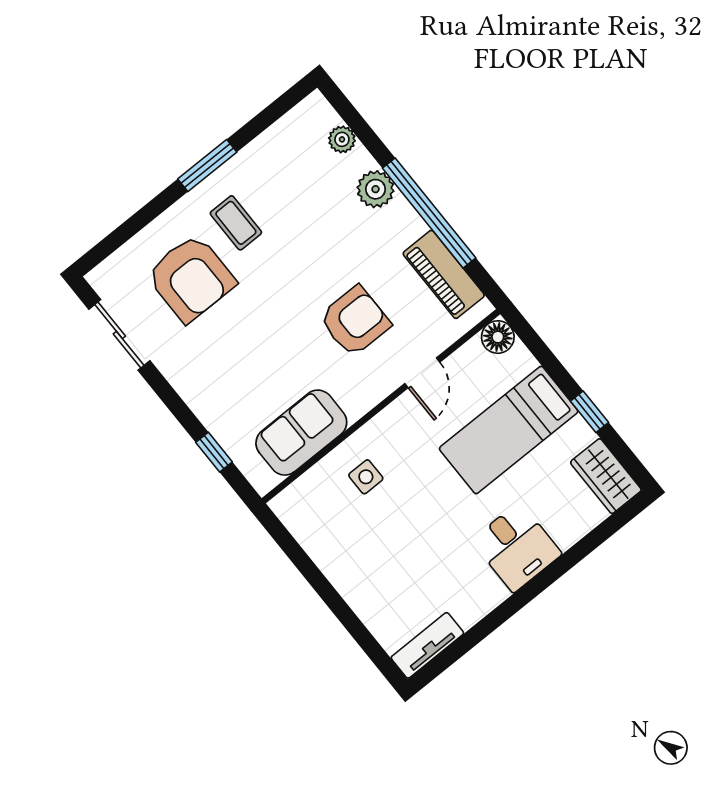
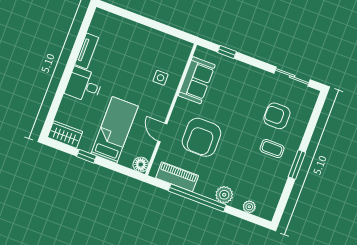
armchair: (191, 278) -> (277, 116), width x0.73, depth x0.73
armchair: (355, 321) -> (201, 137), width x1.36, depth x1.36
tv unit: (427, 645) -> (87, 51), moved

